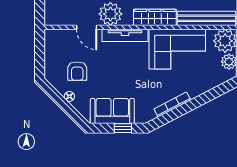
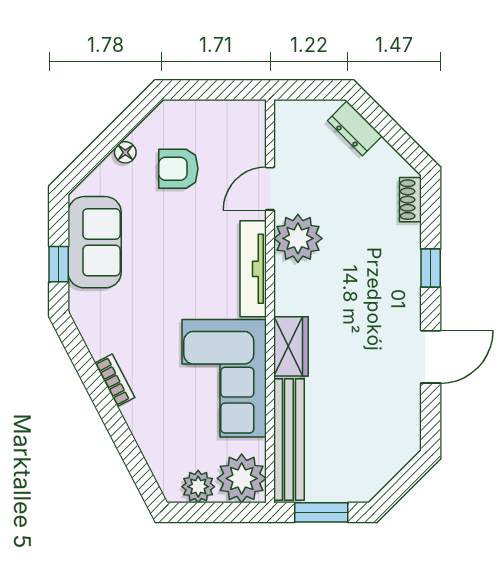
wardrobe: (155, 17) -> (291, 346), width x0.67
bookcase: (172, 105) -> (115, 380), width x0.64

